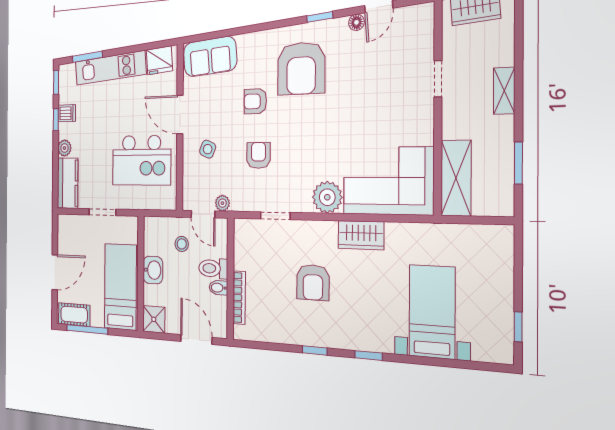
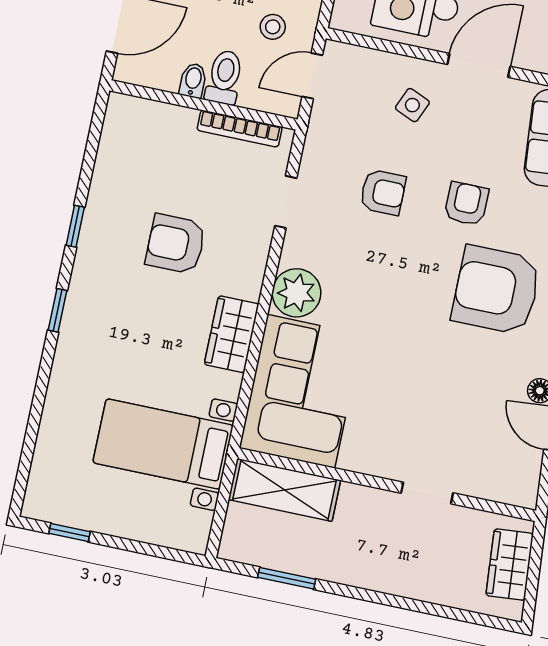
shelving: (504, 91) -> (388, 580), removed
plant: (222, 203) -> (323, 114), removed
bookcase: (239, 298) -> (240, 129), moved
bed with nightstands: (432, 312) -> (163, 444), moved, turned 180

